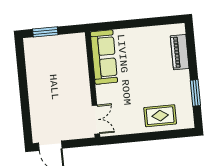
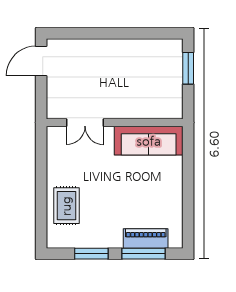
window: (192, 53) -> (143, 254), added
double door: (96, 120) -> (85, 123), moved

